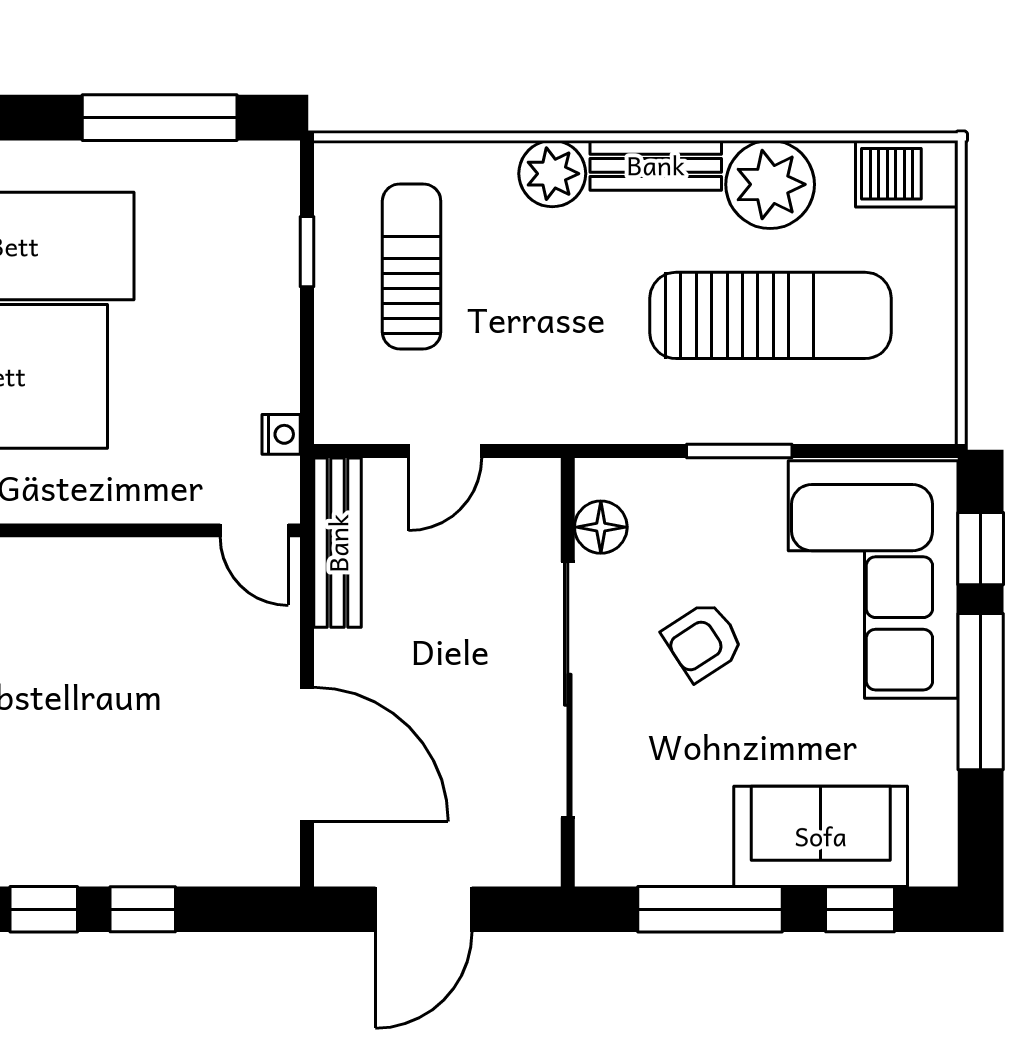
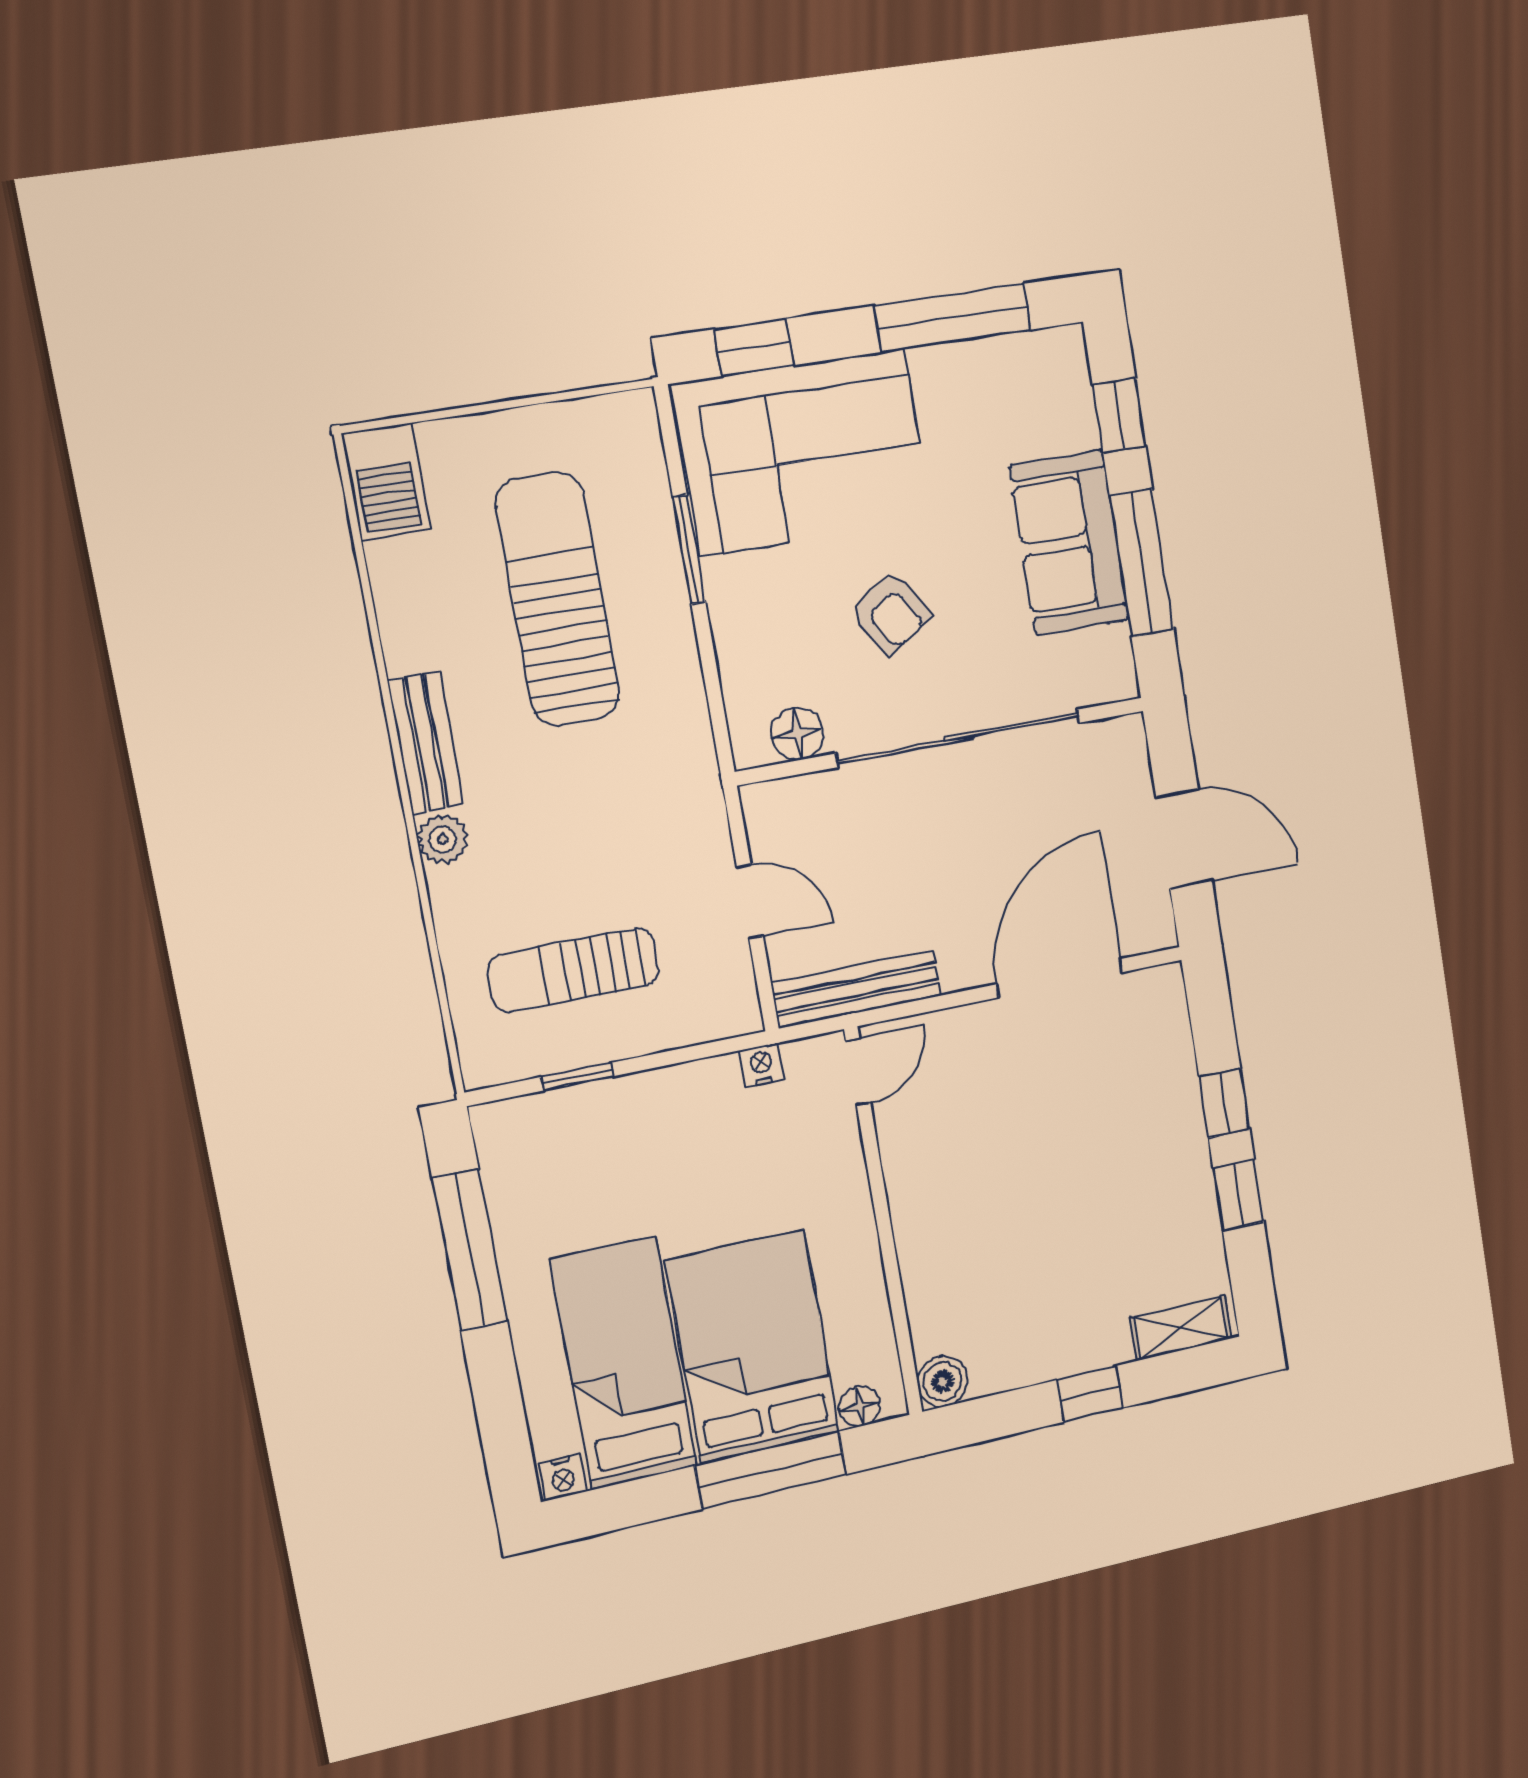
plant: (552, 174) -> (443, 839), width x0.73, depth x0.73
plant: (770, 184) -> (424, 622), removed
window: (739, 451) -> (689, 550), moved
window: (981, 692) -> (953, 318), moved
sofa: (821, 836) -> (1069, 543), moved

